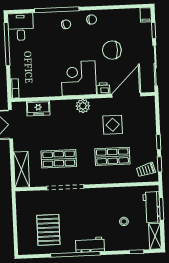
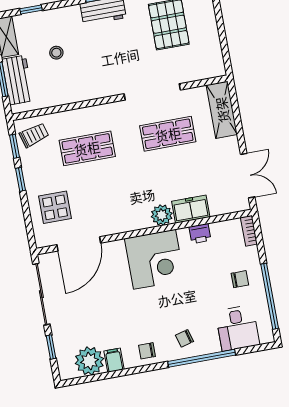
filing cabinet: (146, 15) -> (114, 360), moved
plant: (130, 18) -> (89, 361), added
desk: (21, 27) -> (238, 328), moved
chair: (112, 50) -> (240, 279), moved, width x0.54, depth x0.54
printer: (103, 89) -> (200, 234), moved
plant: (83, 106) -> (162, 215), moved
freezer: (38, 108) -> (191, 209), moved
display table: (113, 125) -> (55, 207), moved

